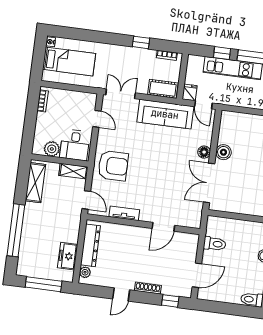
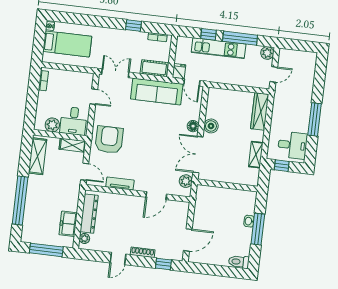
armchair: (113, 166) -> (109, 140), turned -90
plant: (196, 212) -> (186, 181), added
toilet: (215, 244) -> (204, 211), removed

